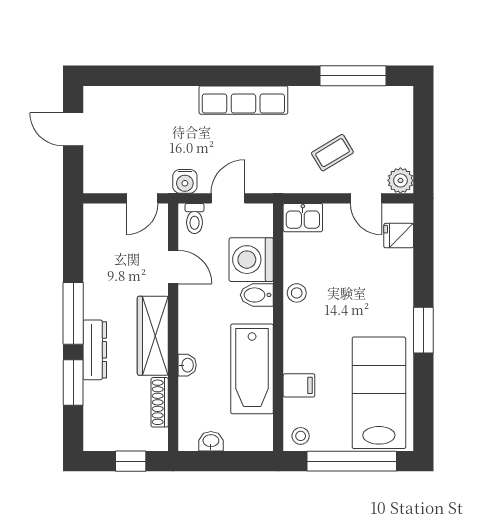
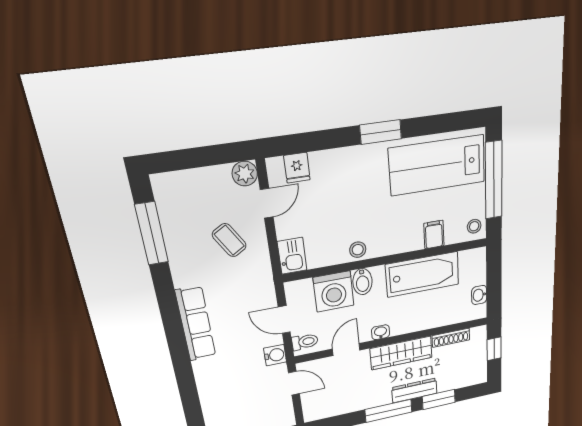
washbasin: (187, 365) -> (381, 332), moved

